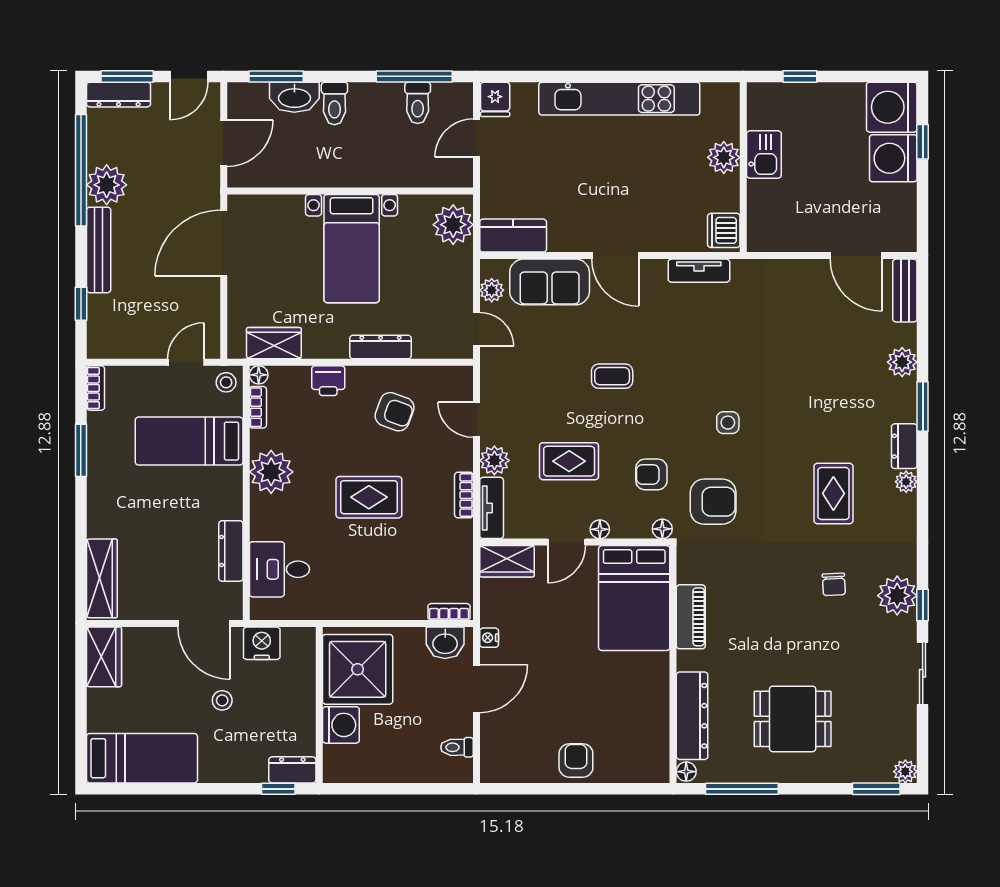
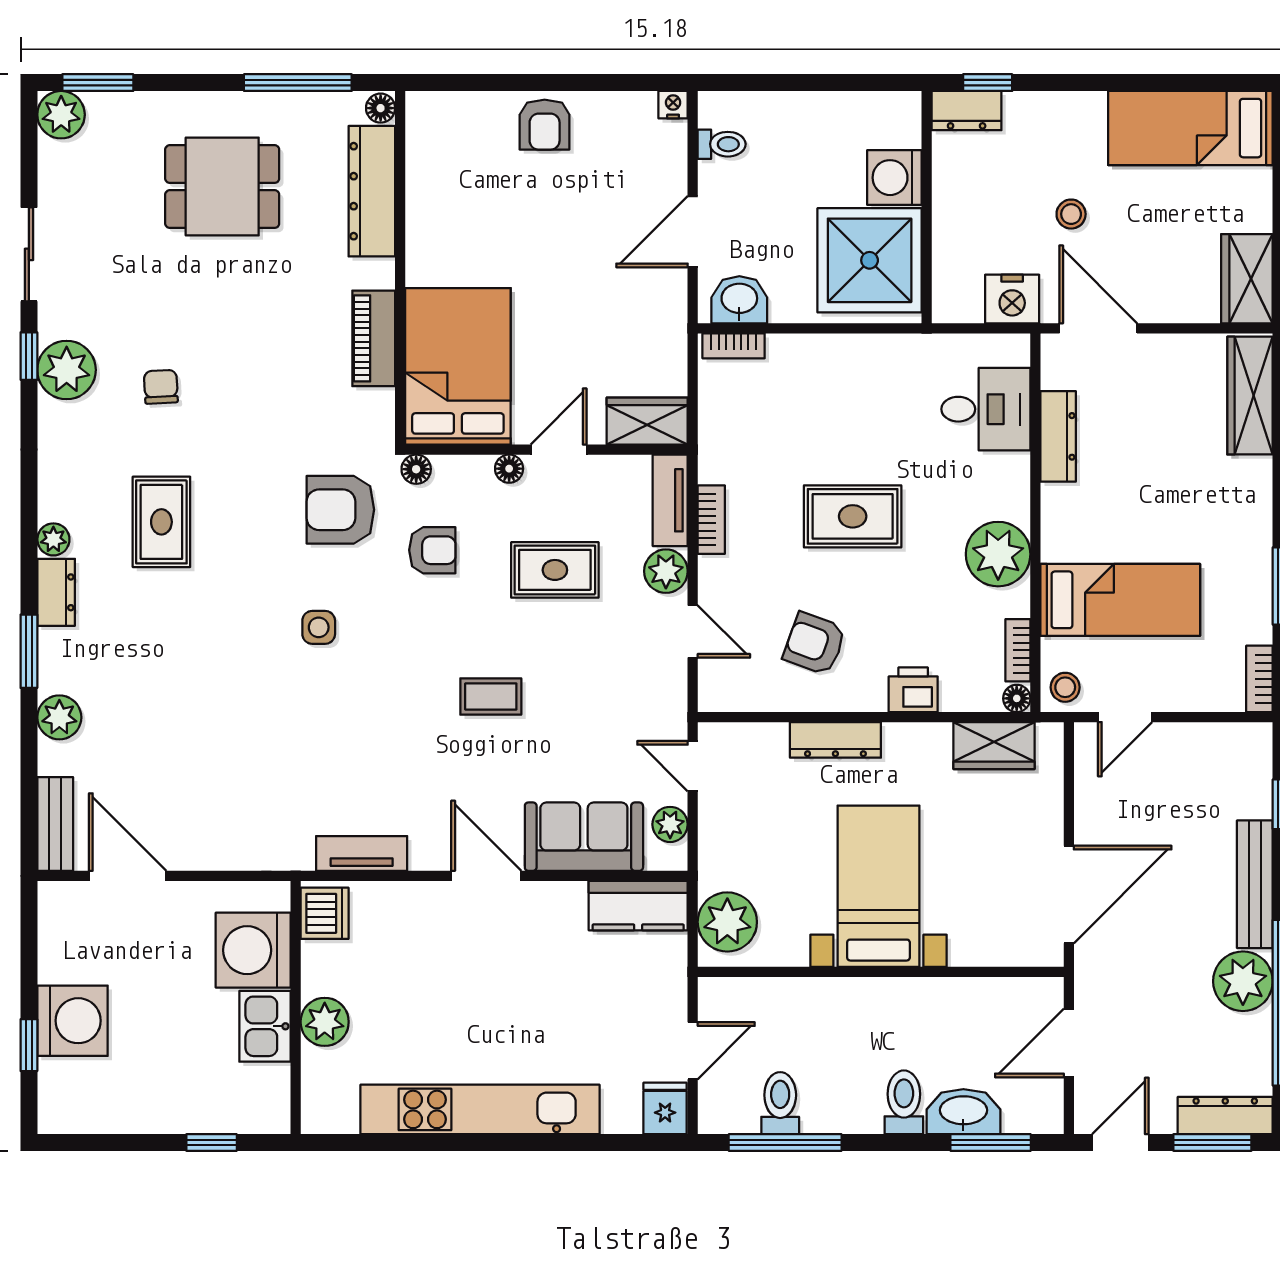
washing machine: (892, 107) -> (253, 950), moved, turned 180
nightstand: (489, 638) -> (673, 105), moved, turned -90
plant: (905, 772) -> (61, 115), width x1.38, depth x1.38

